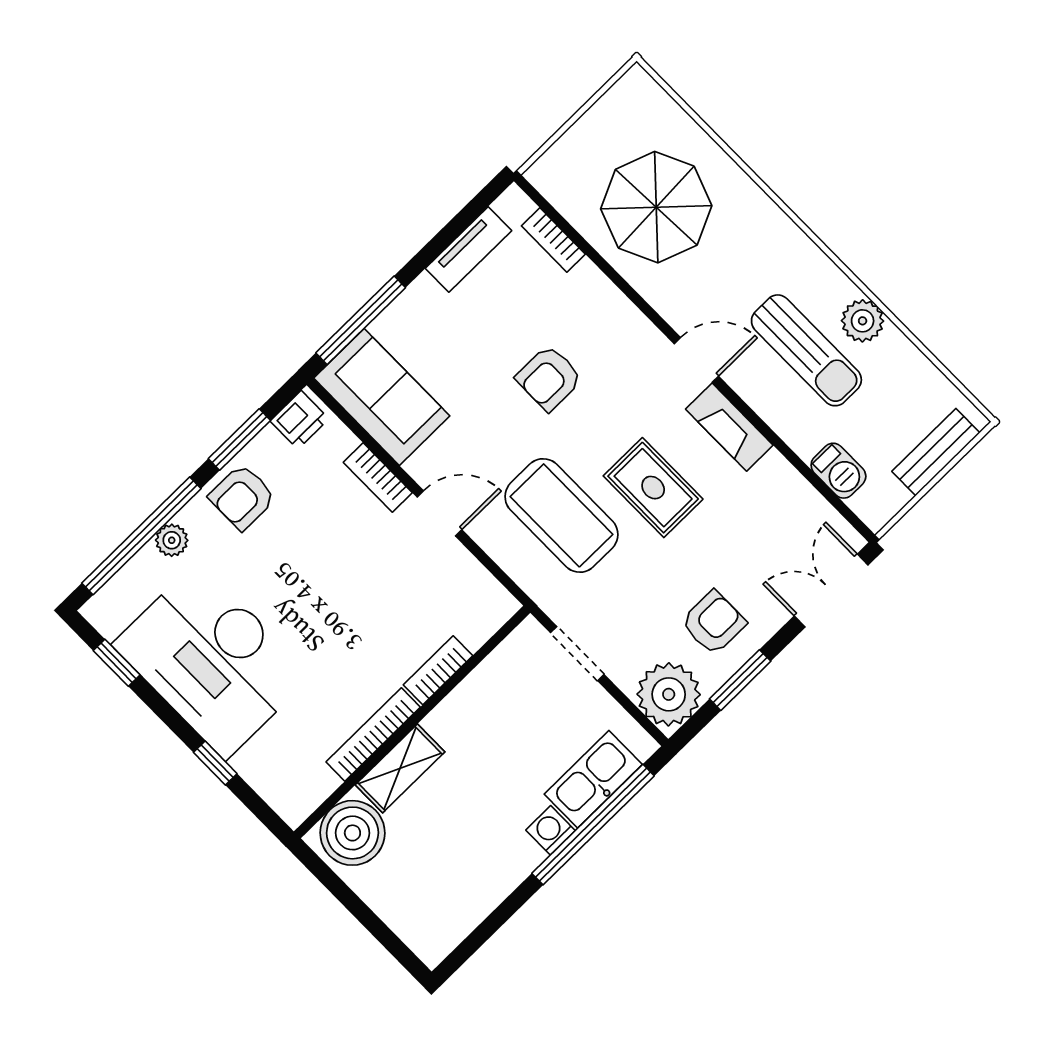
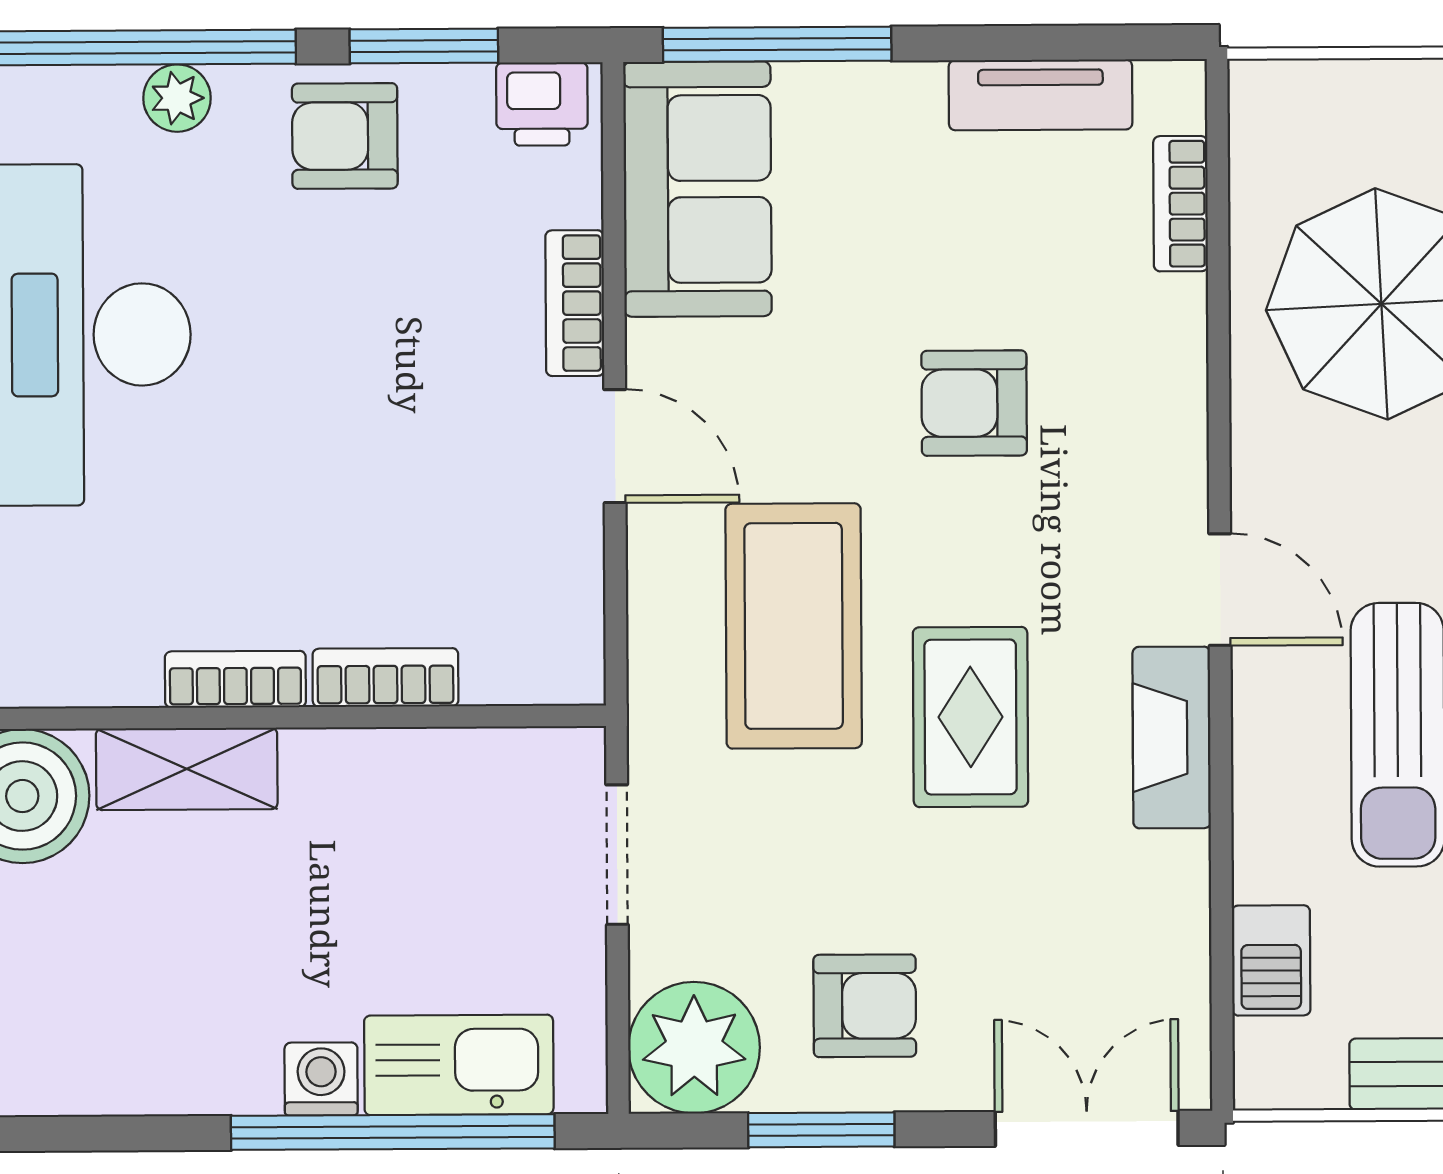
bookcase: (373, 735) -> (235, 679), width x0.64

